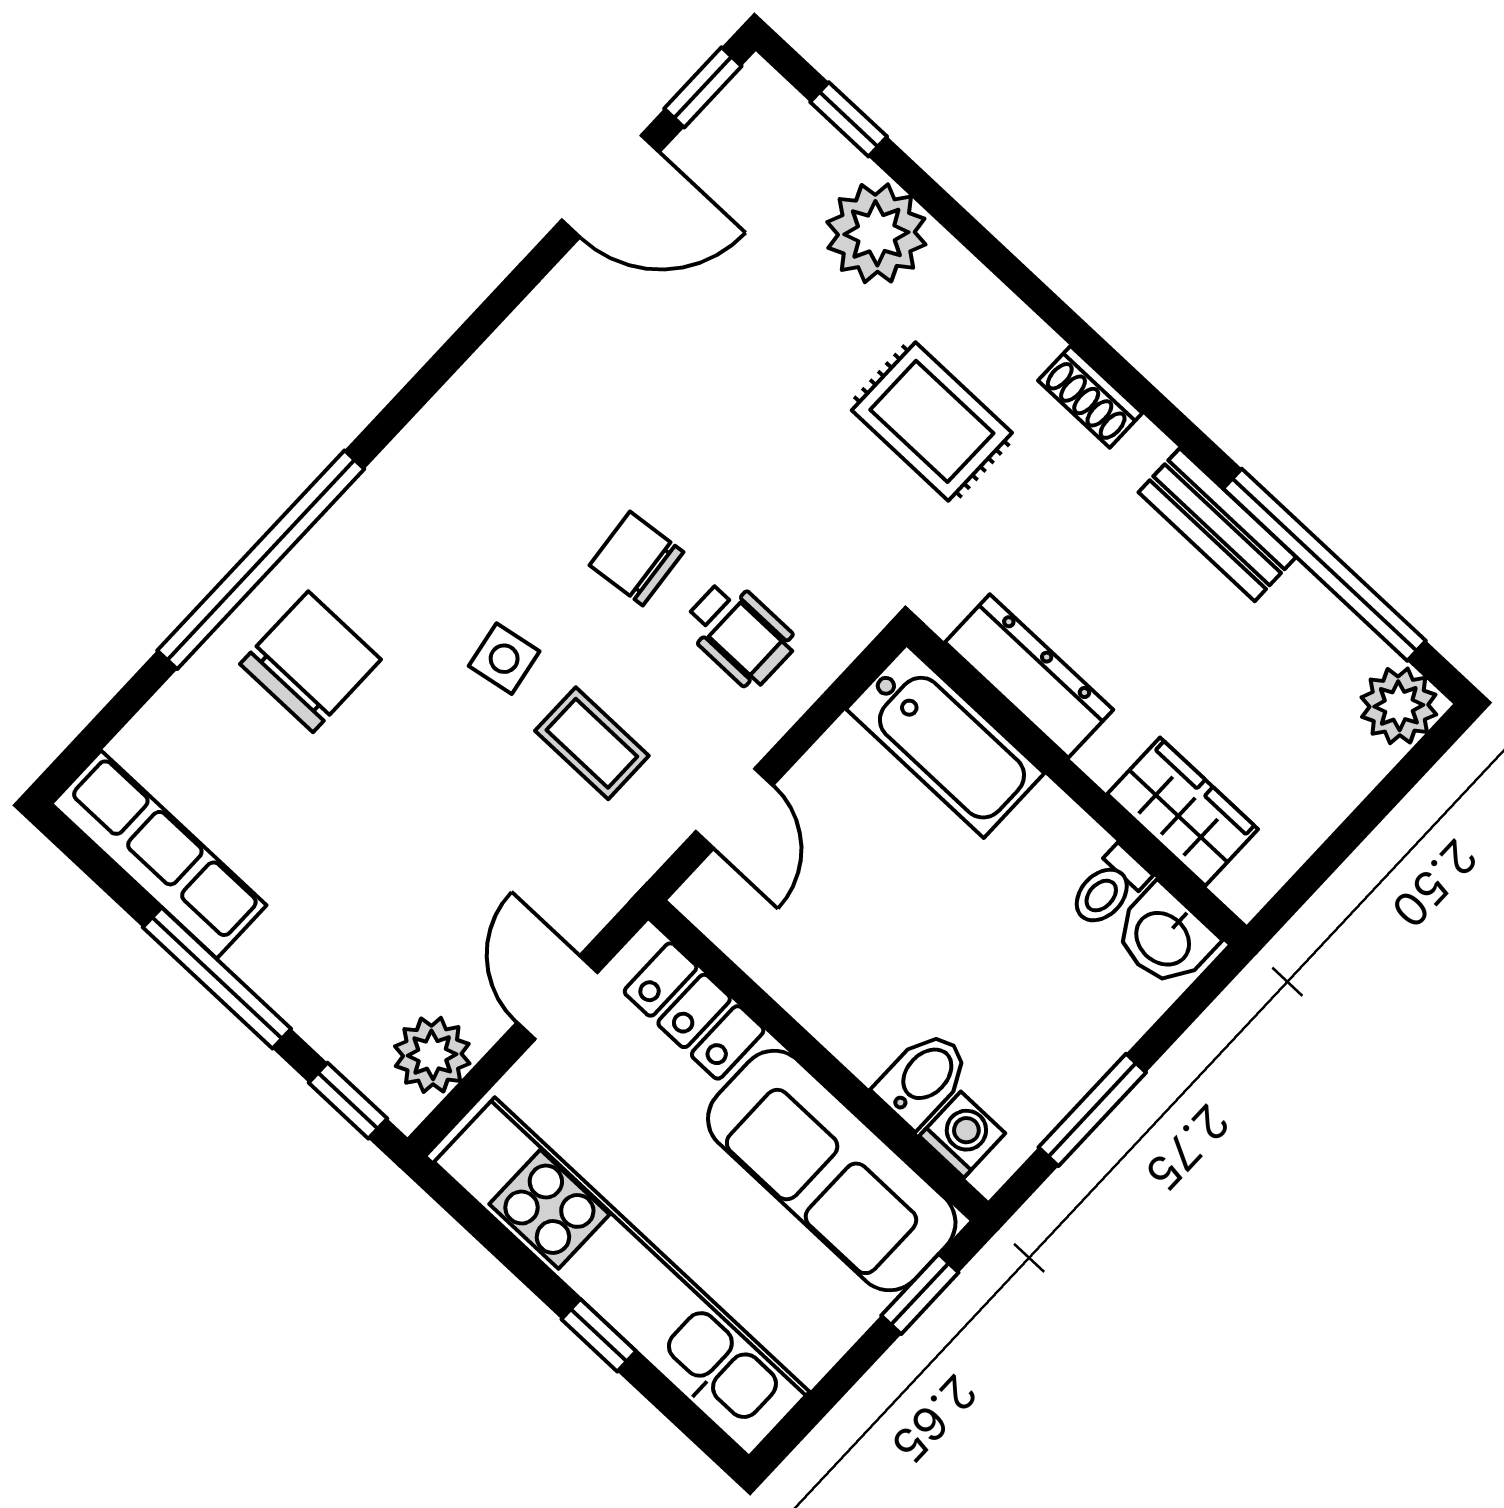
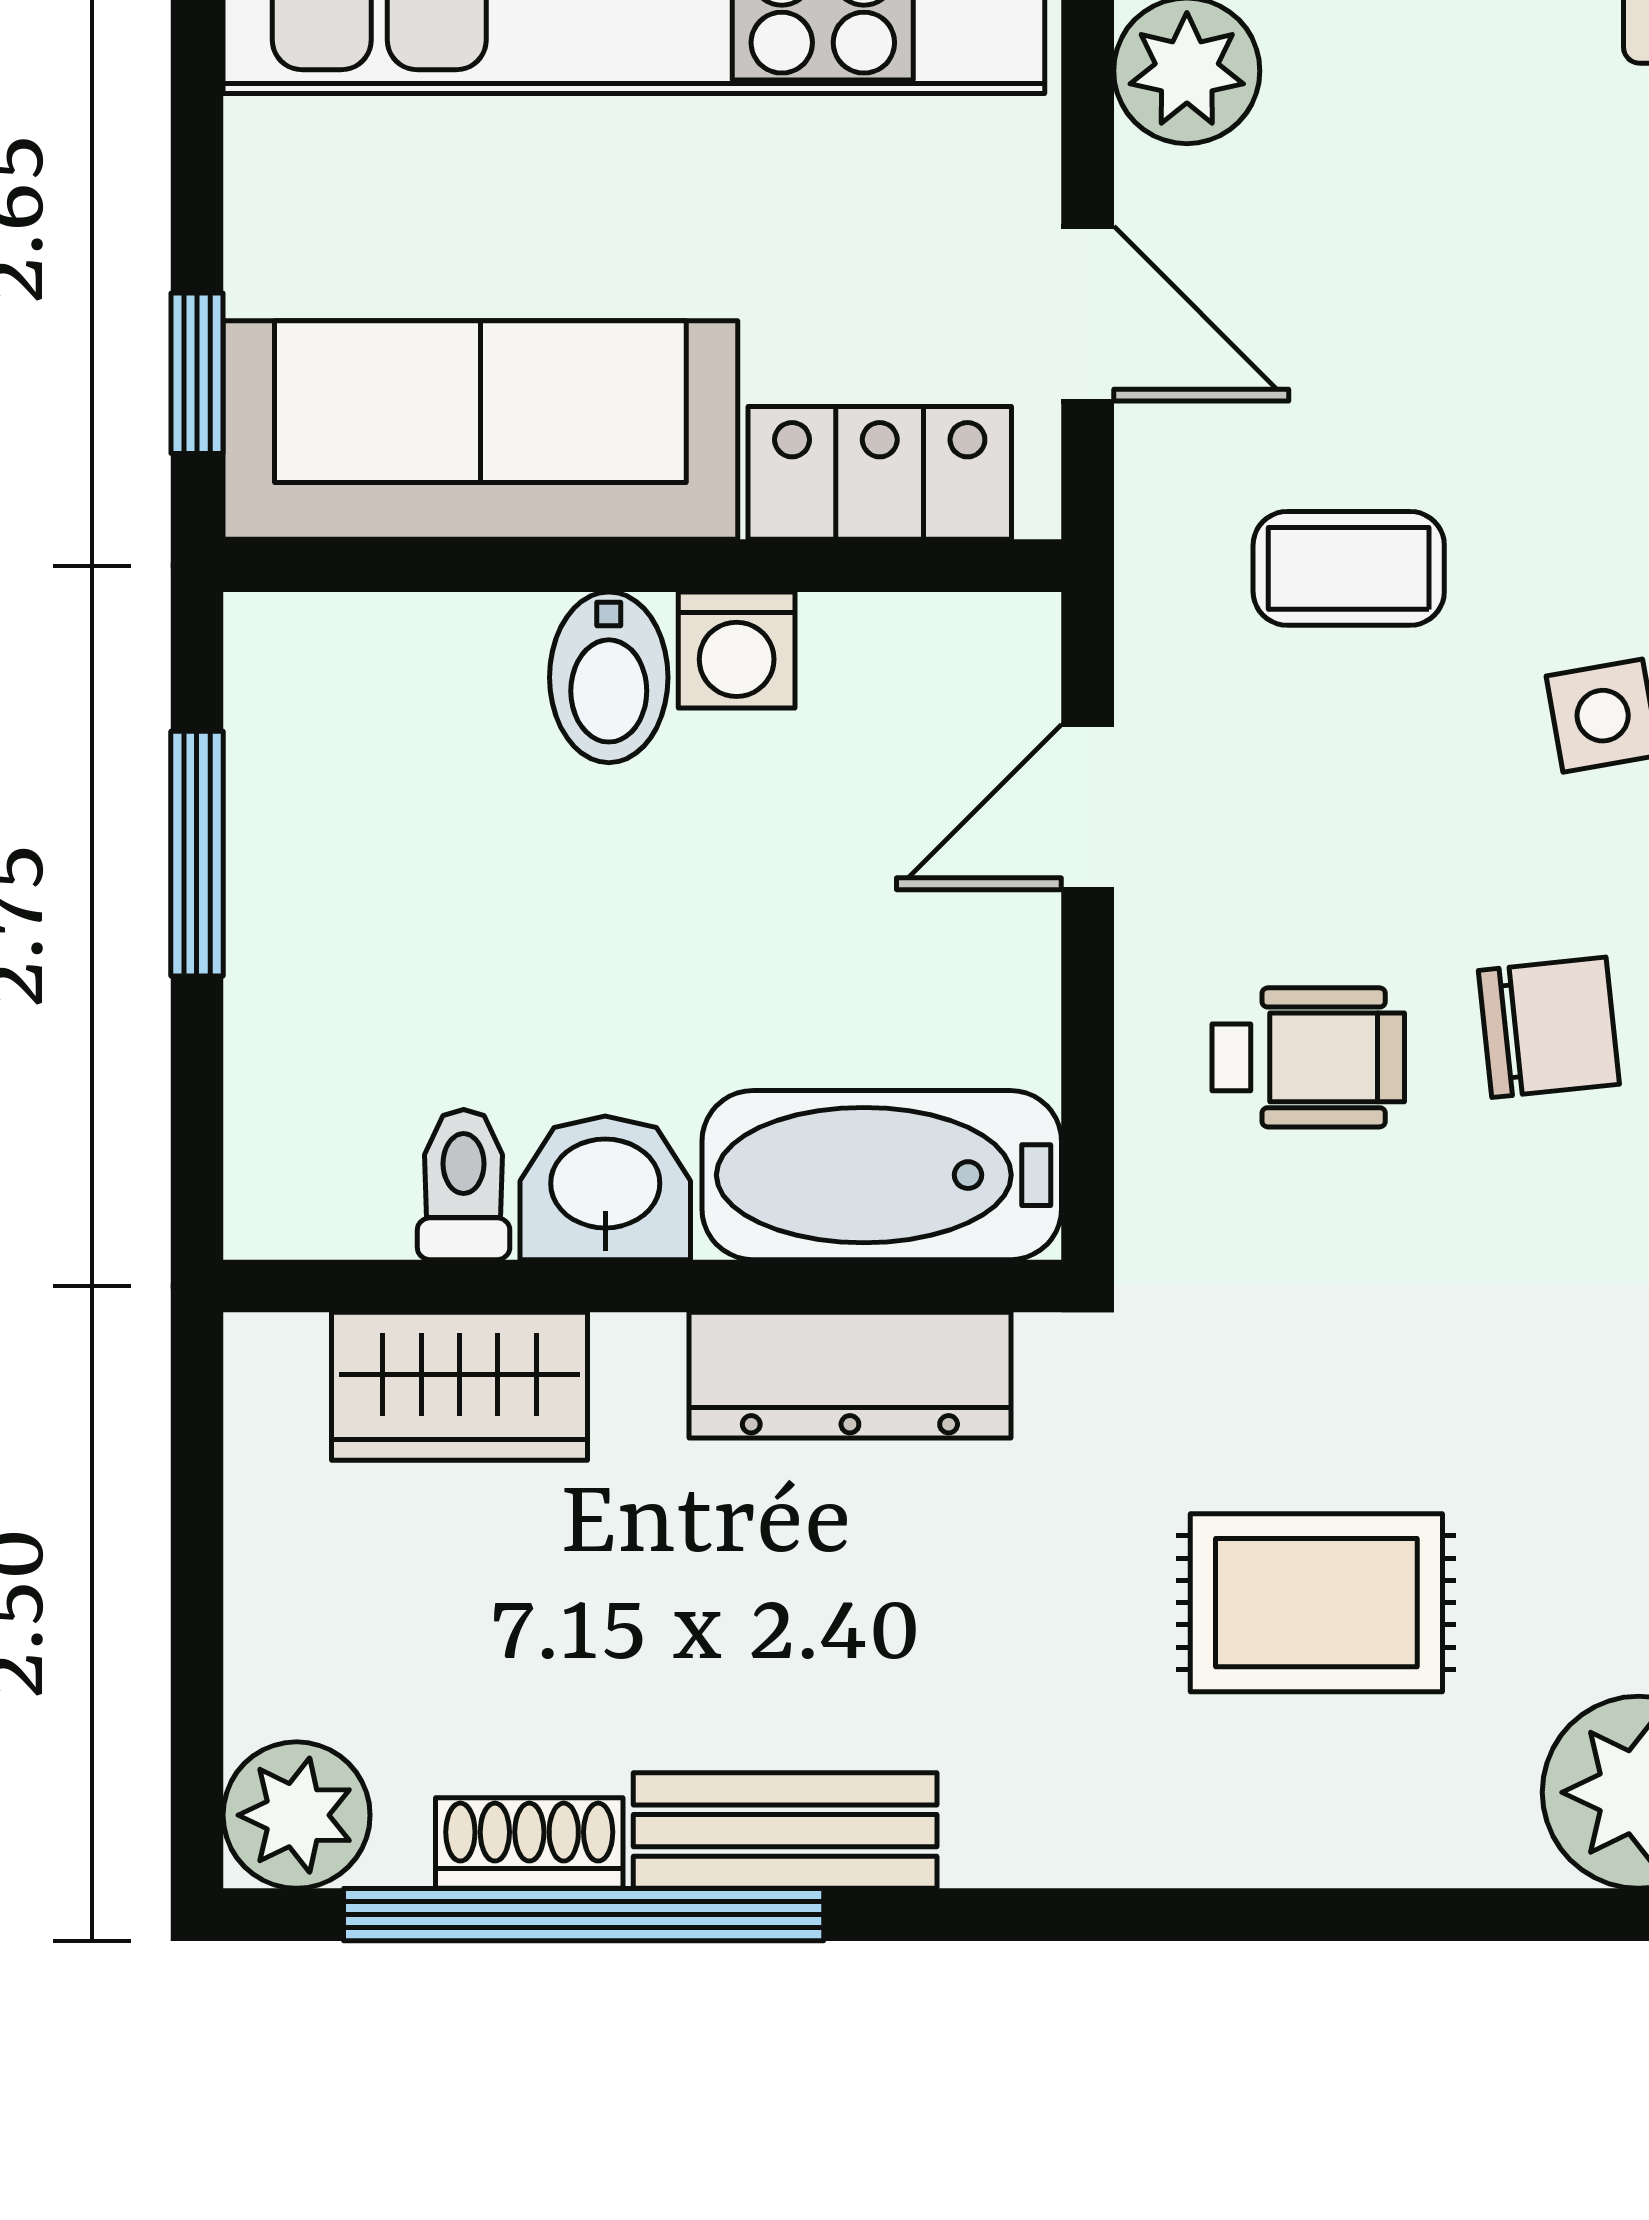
shoe rack: (1090, 397) -> (529, 1843), moved
wheelchair: (739, 633) -> (1308, 1057), turned 180
coffee table: (592, 743) -> (1349, 568), moved
door: (734, 808) -> (1088, 807), hinge flipped
washbasin: (1164, 937) -> (605, 1188), moved
bidet: (923, 1078) -> (609, 677), moved
washing machine: (962, 1135) -> (737, 650), moved

